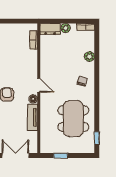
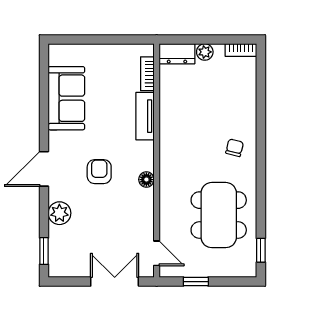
plant: (90, 56) -> (248, 103), removed
door: (39, 85) -> (157, 253), moved
tv unit: (32, 117) -> (145, 116), moved

